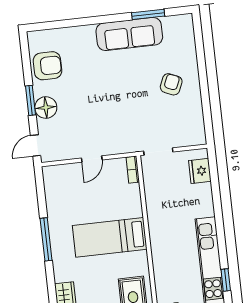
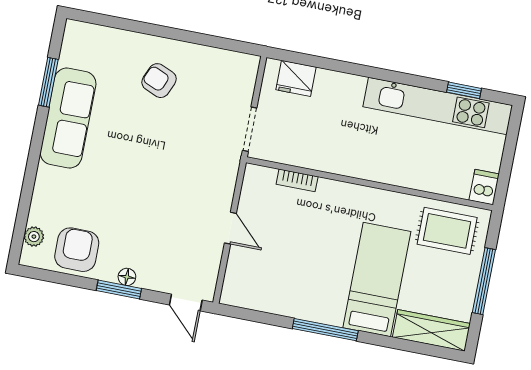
plant: (47, 36) -> (34, 237), added
floor lamp: (46, 108) -> (127, 277), width x0.53, depth x0.53
bookcase: (133, 170) -> (297, 180), moved
bed: (110, 237) -> (377, 280), moved, turned 180

